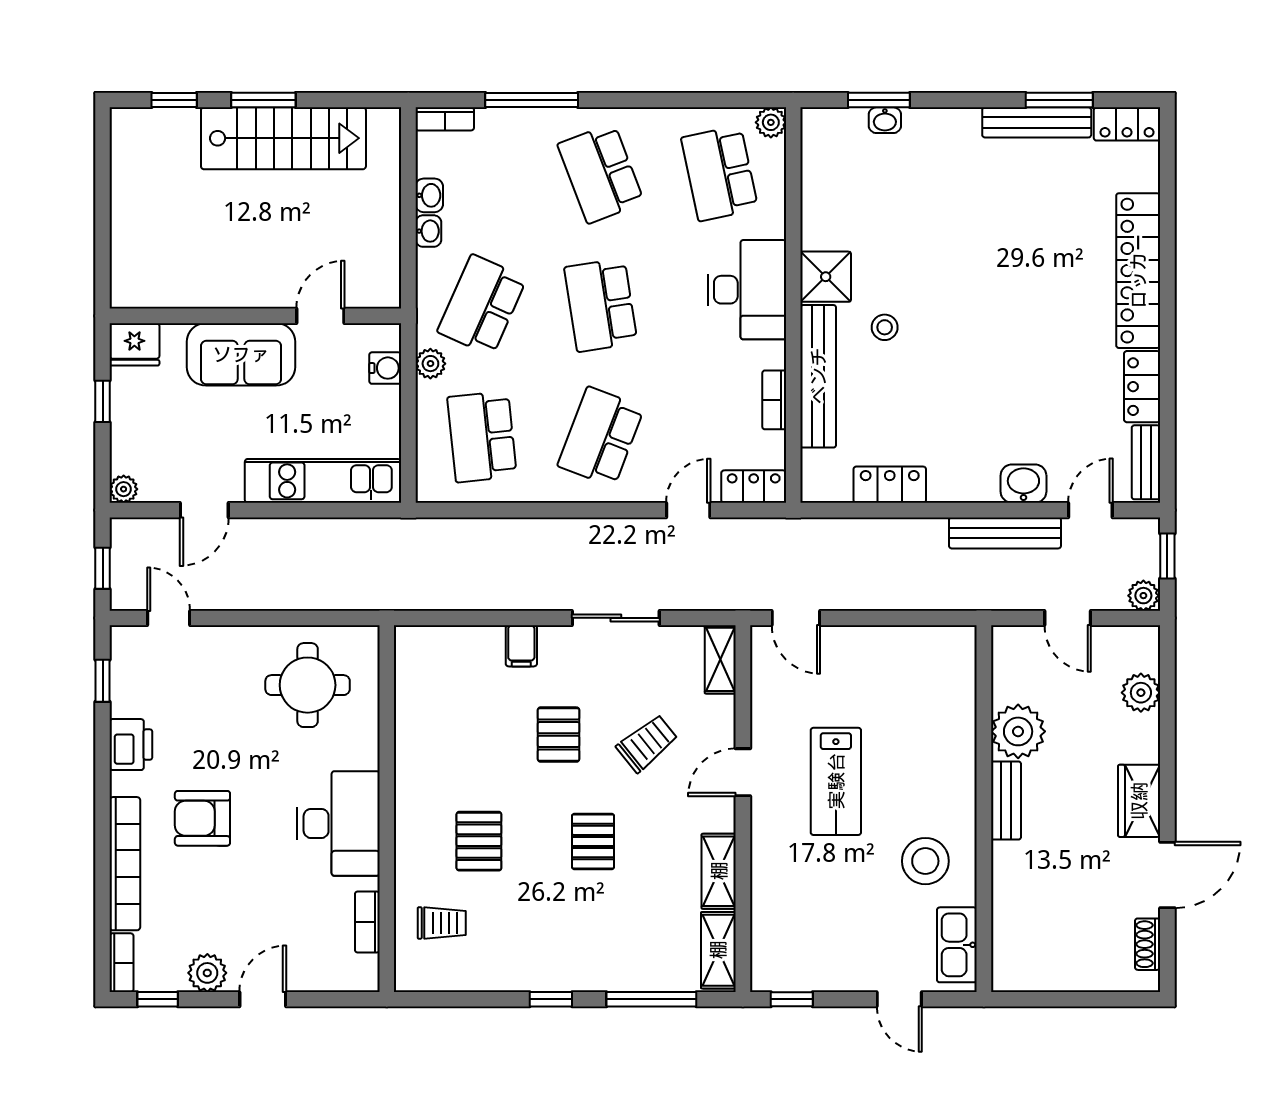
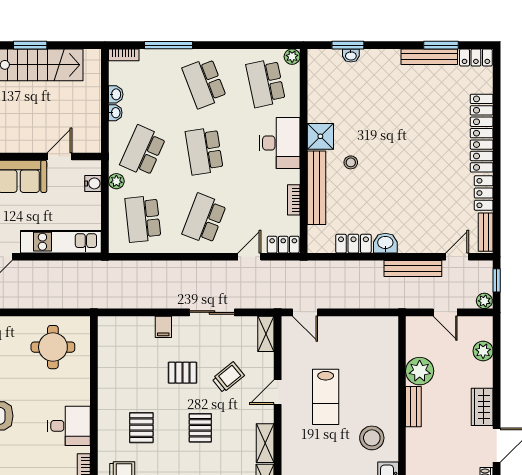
washbasin: (1023, 484) -> (385, 243), moved
pallet: (559, 735) -> (182, 373), turned 90
desk: (338, 823) -> (69, 426), width x0.73

